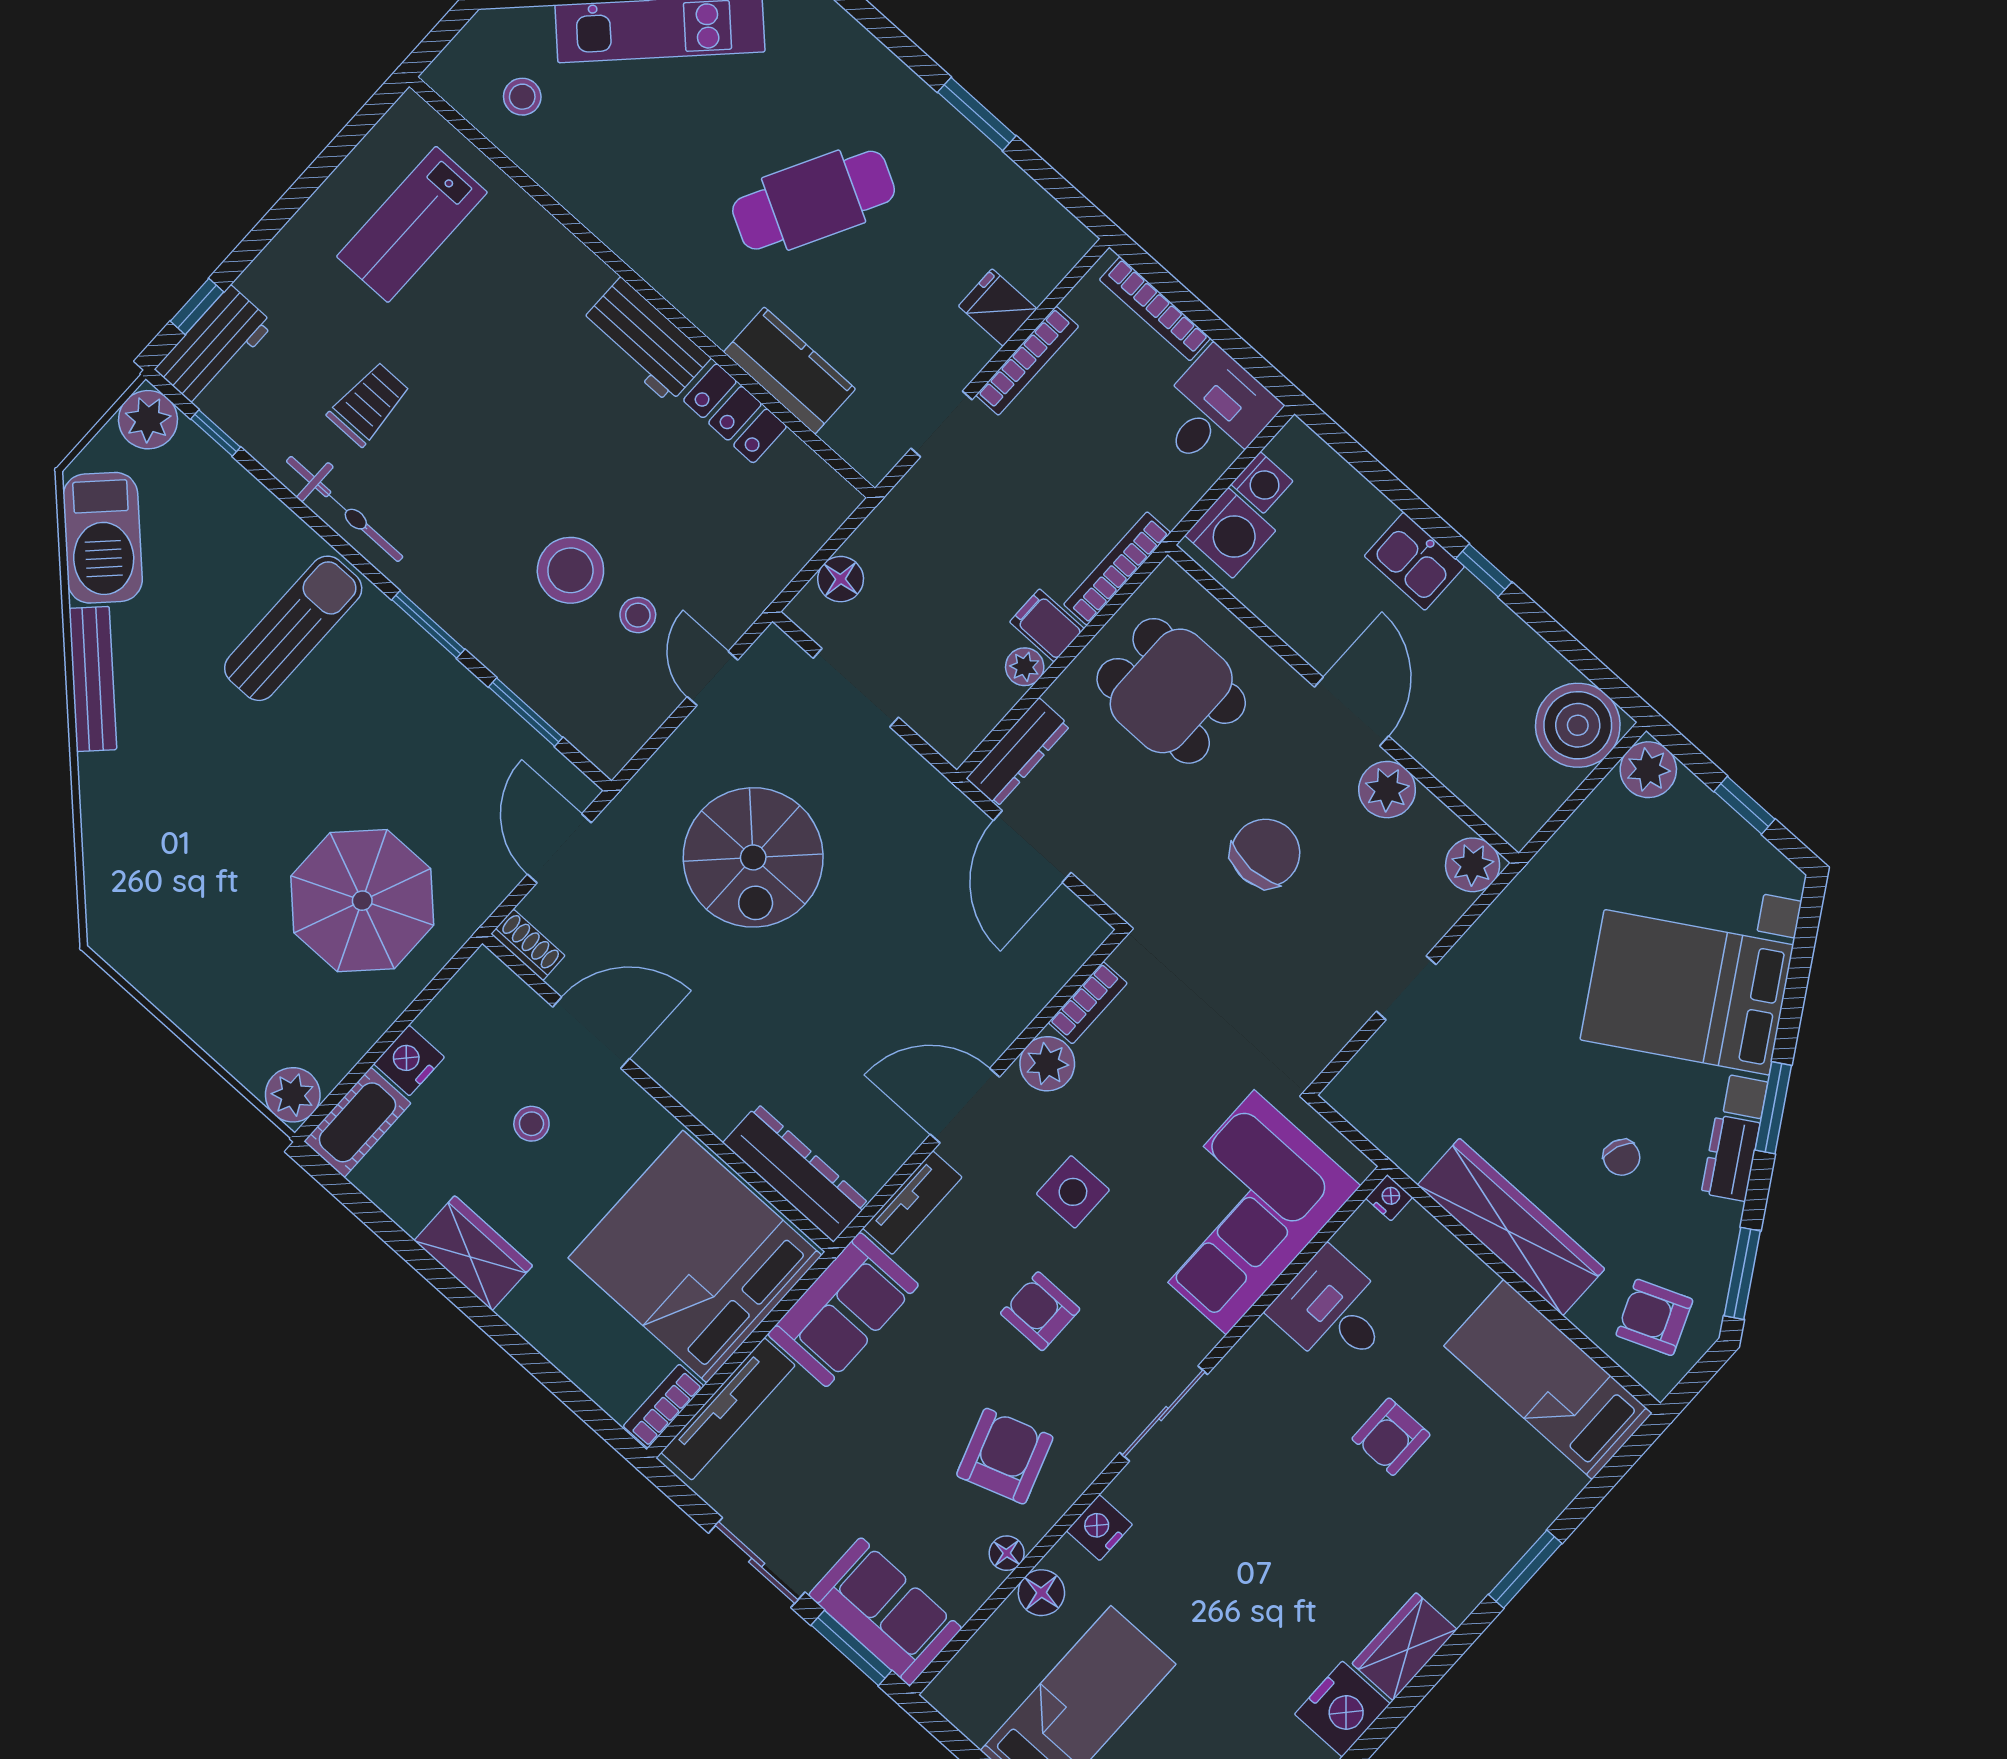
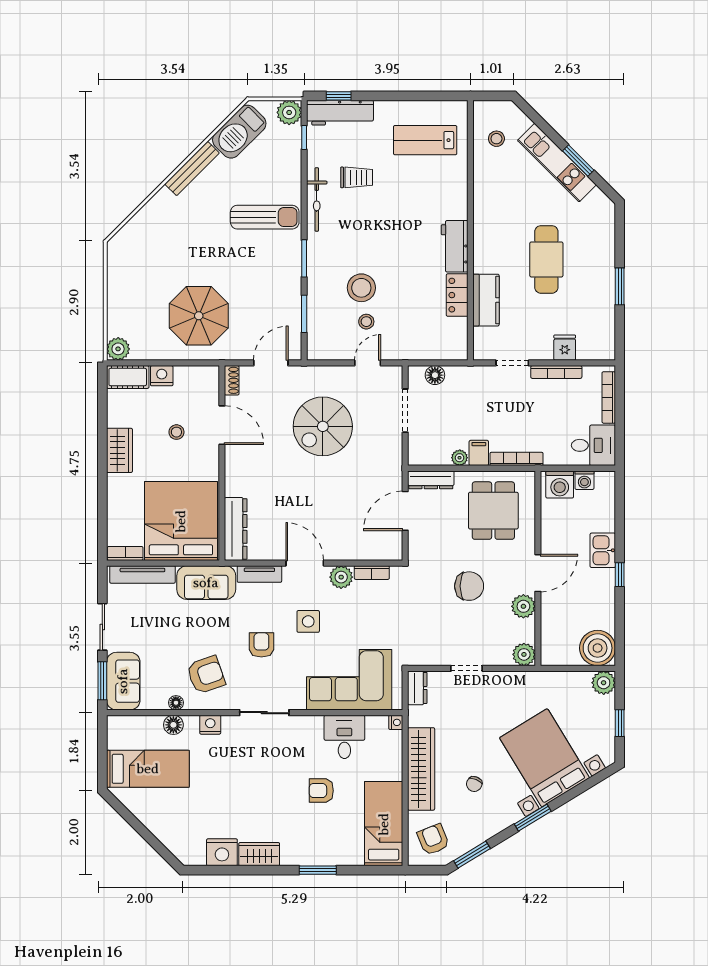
cafe table: (814, 200) -> (546, 259), turned 62
workbench: (214, 347) -> (340, 113), width x1.38
dresser: (1731, 1158) -> (417, 688), moved, turned 121

